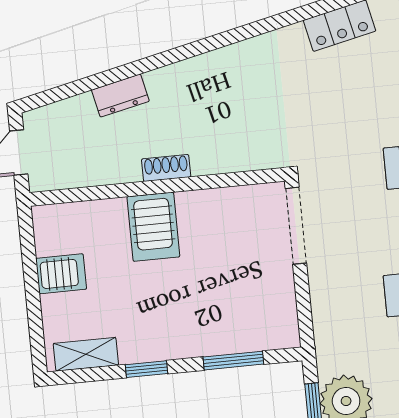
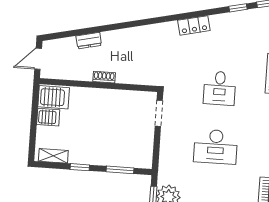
doorway: (296, 226) -> (159, 113), width x0.73
server rack: (153, 227) -> (54, 97), moved, turned -90

